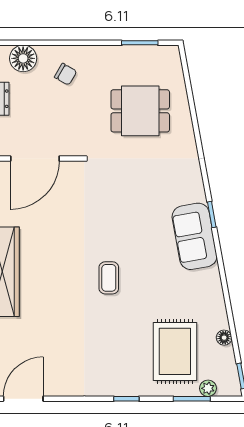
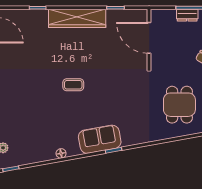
floor lamp: (224, 338) -> (61, 153), moved
rug: (175, 351) -> (26, 127), removed

